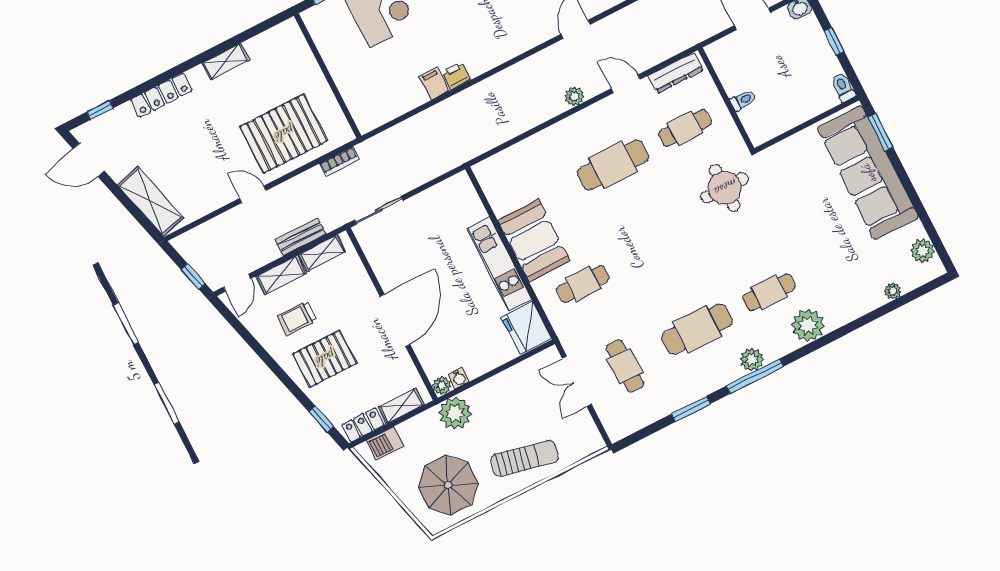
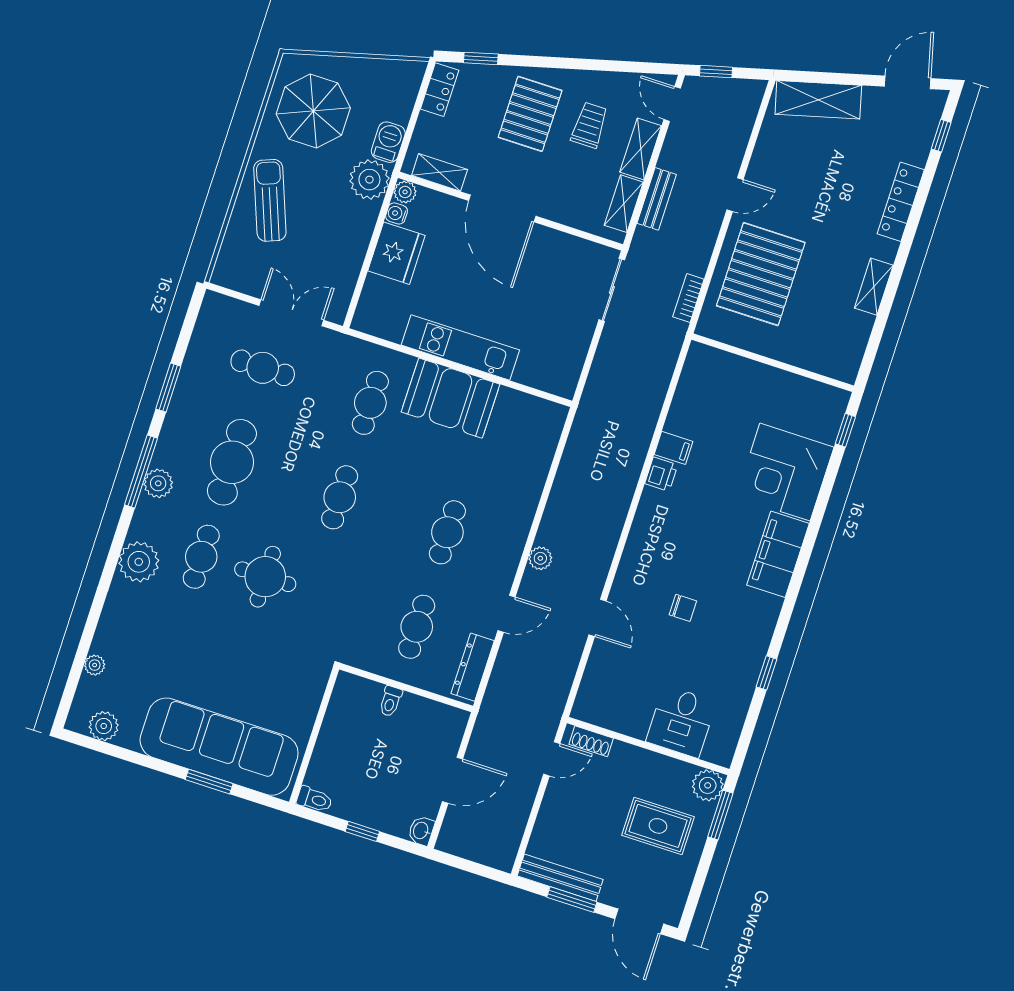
window: (881, 132) -> (209, 782), moved
cafe table: (613, 165) -> (447, 532), width x0.73, depth x0.74
round table: (725, 188) -> (265, 577), moved
cafe table: (655, 247) -> (340, 497), added
fridge: (526, 328) -> (396, 253), moved, turned 90
shelving: (401, 406) -> (440, 172), moved, turned 90
barbecue: (385, 443) -> (388, 142), moved
sun lounger: (525, 459) -> (270, 200), turned 146

